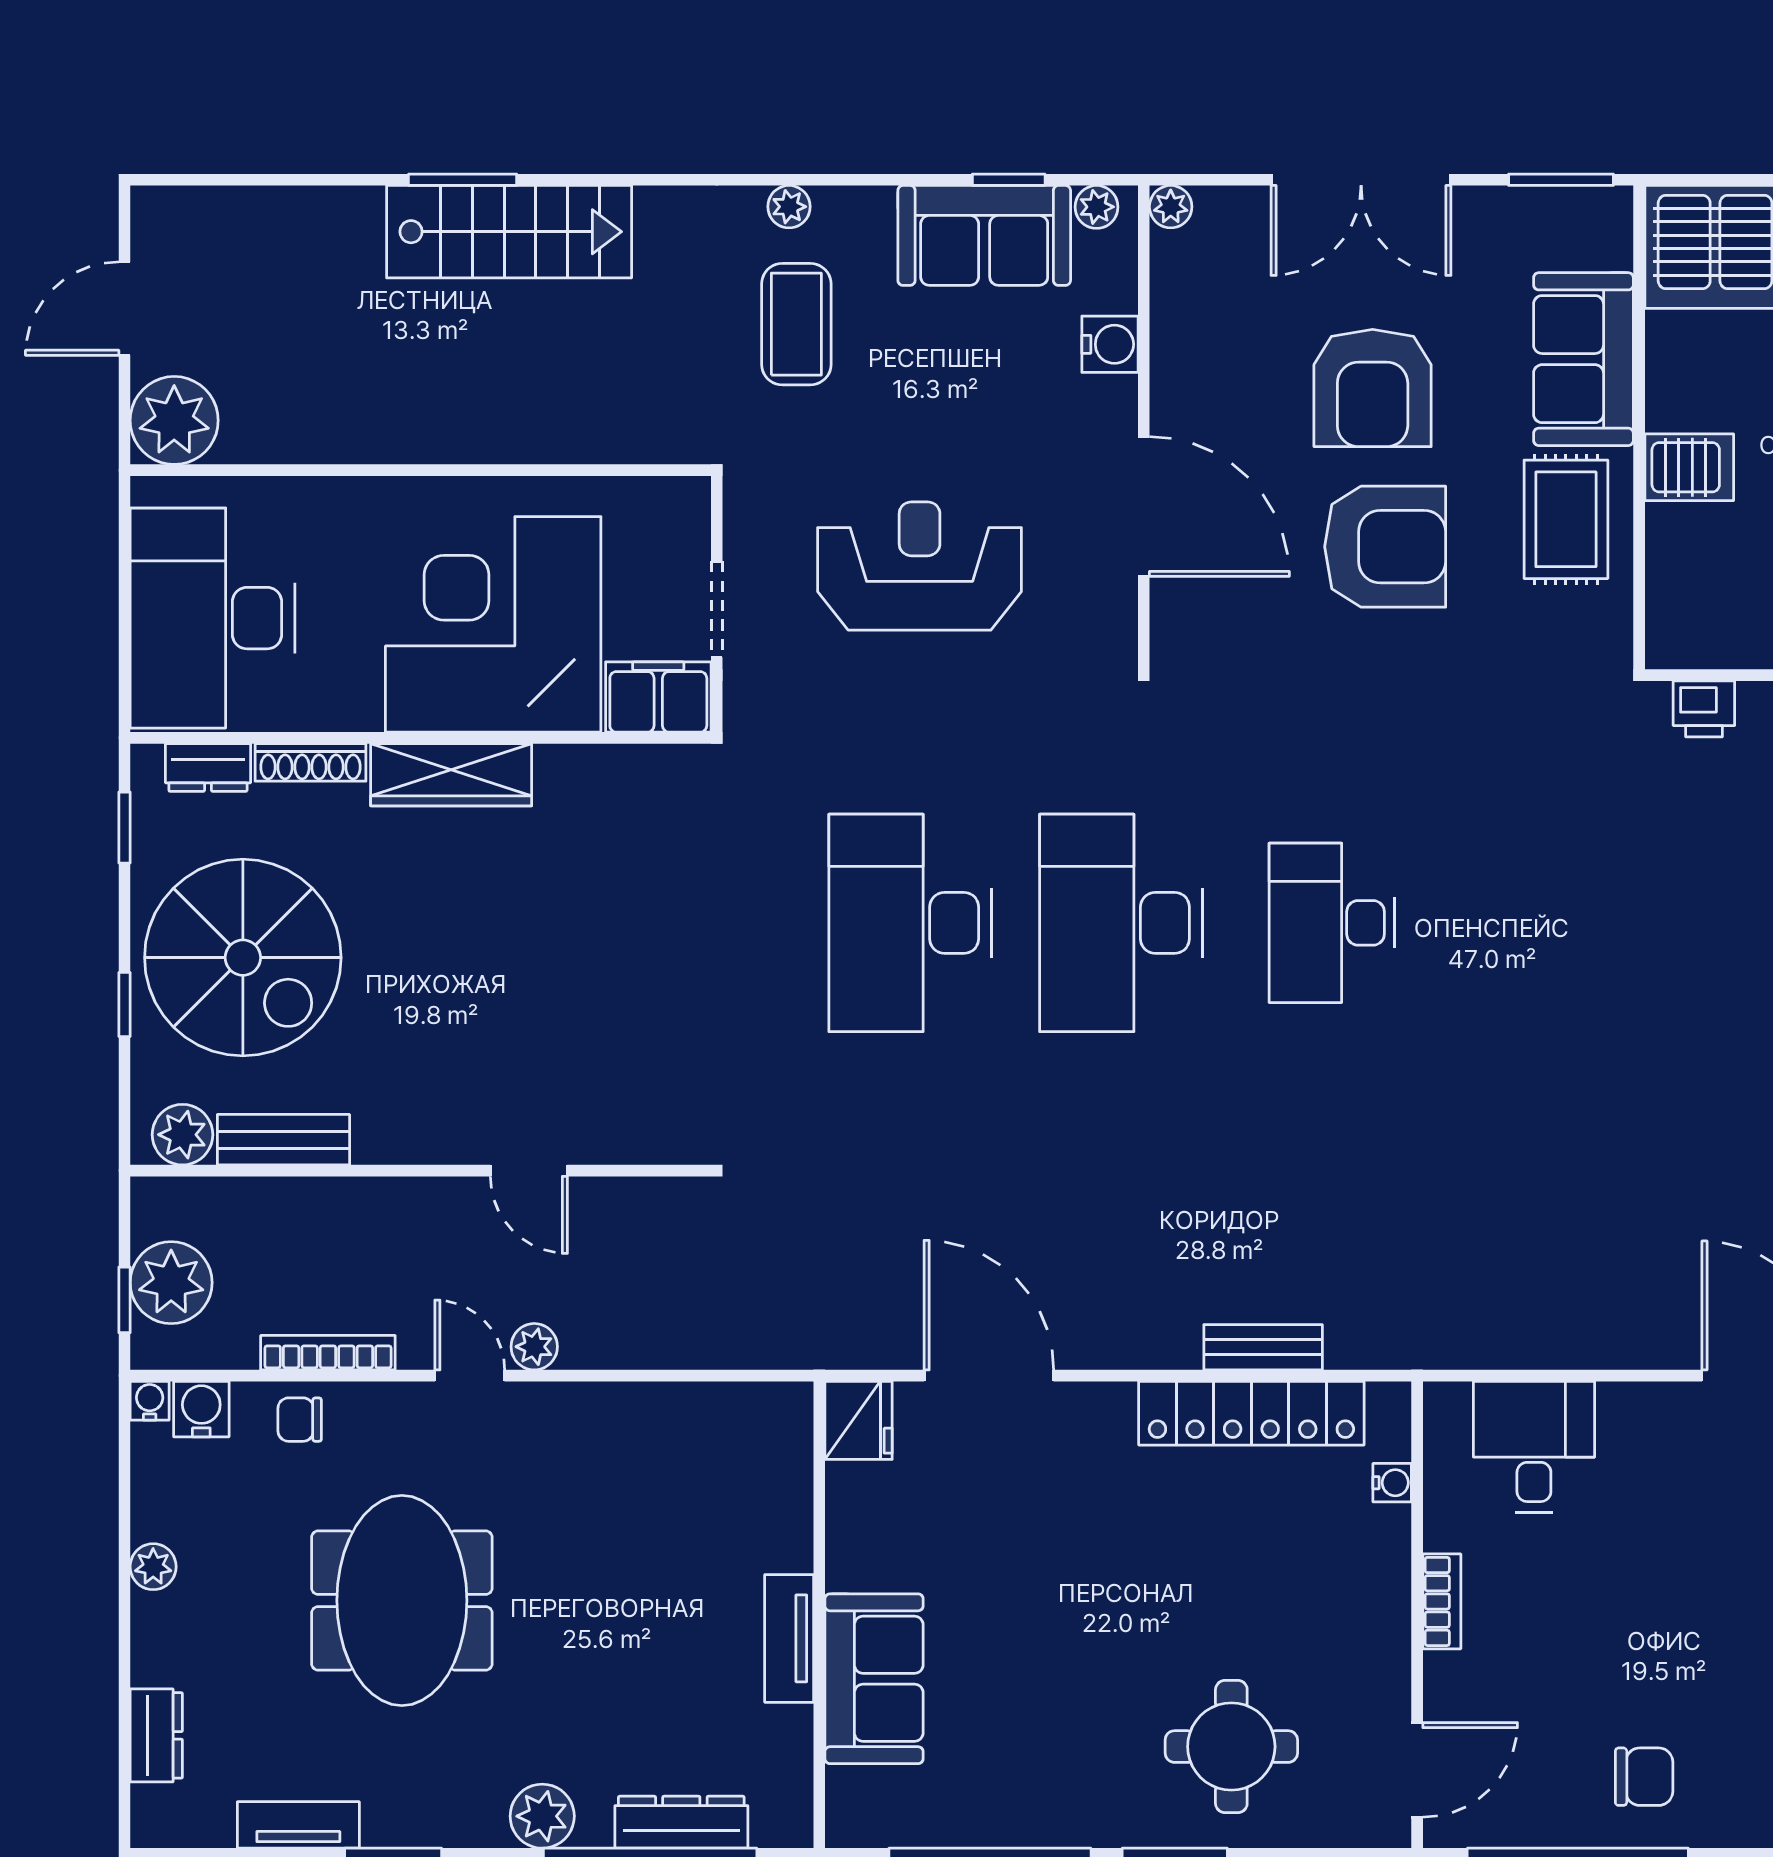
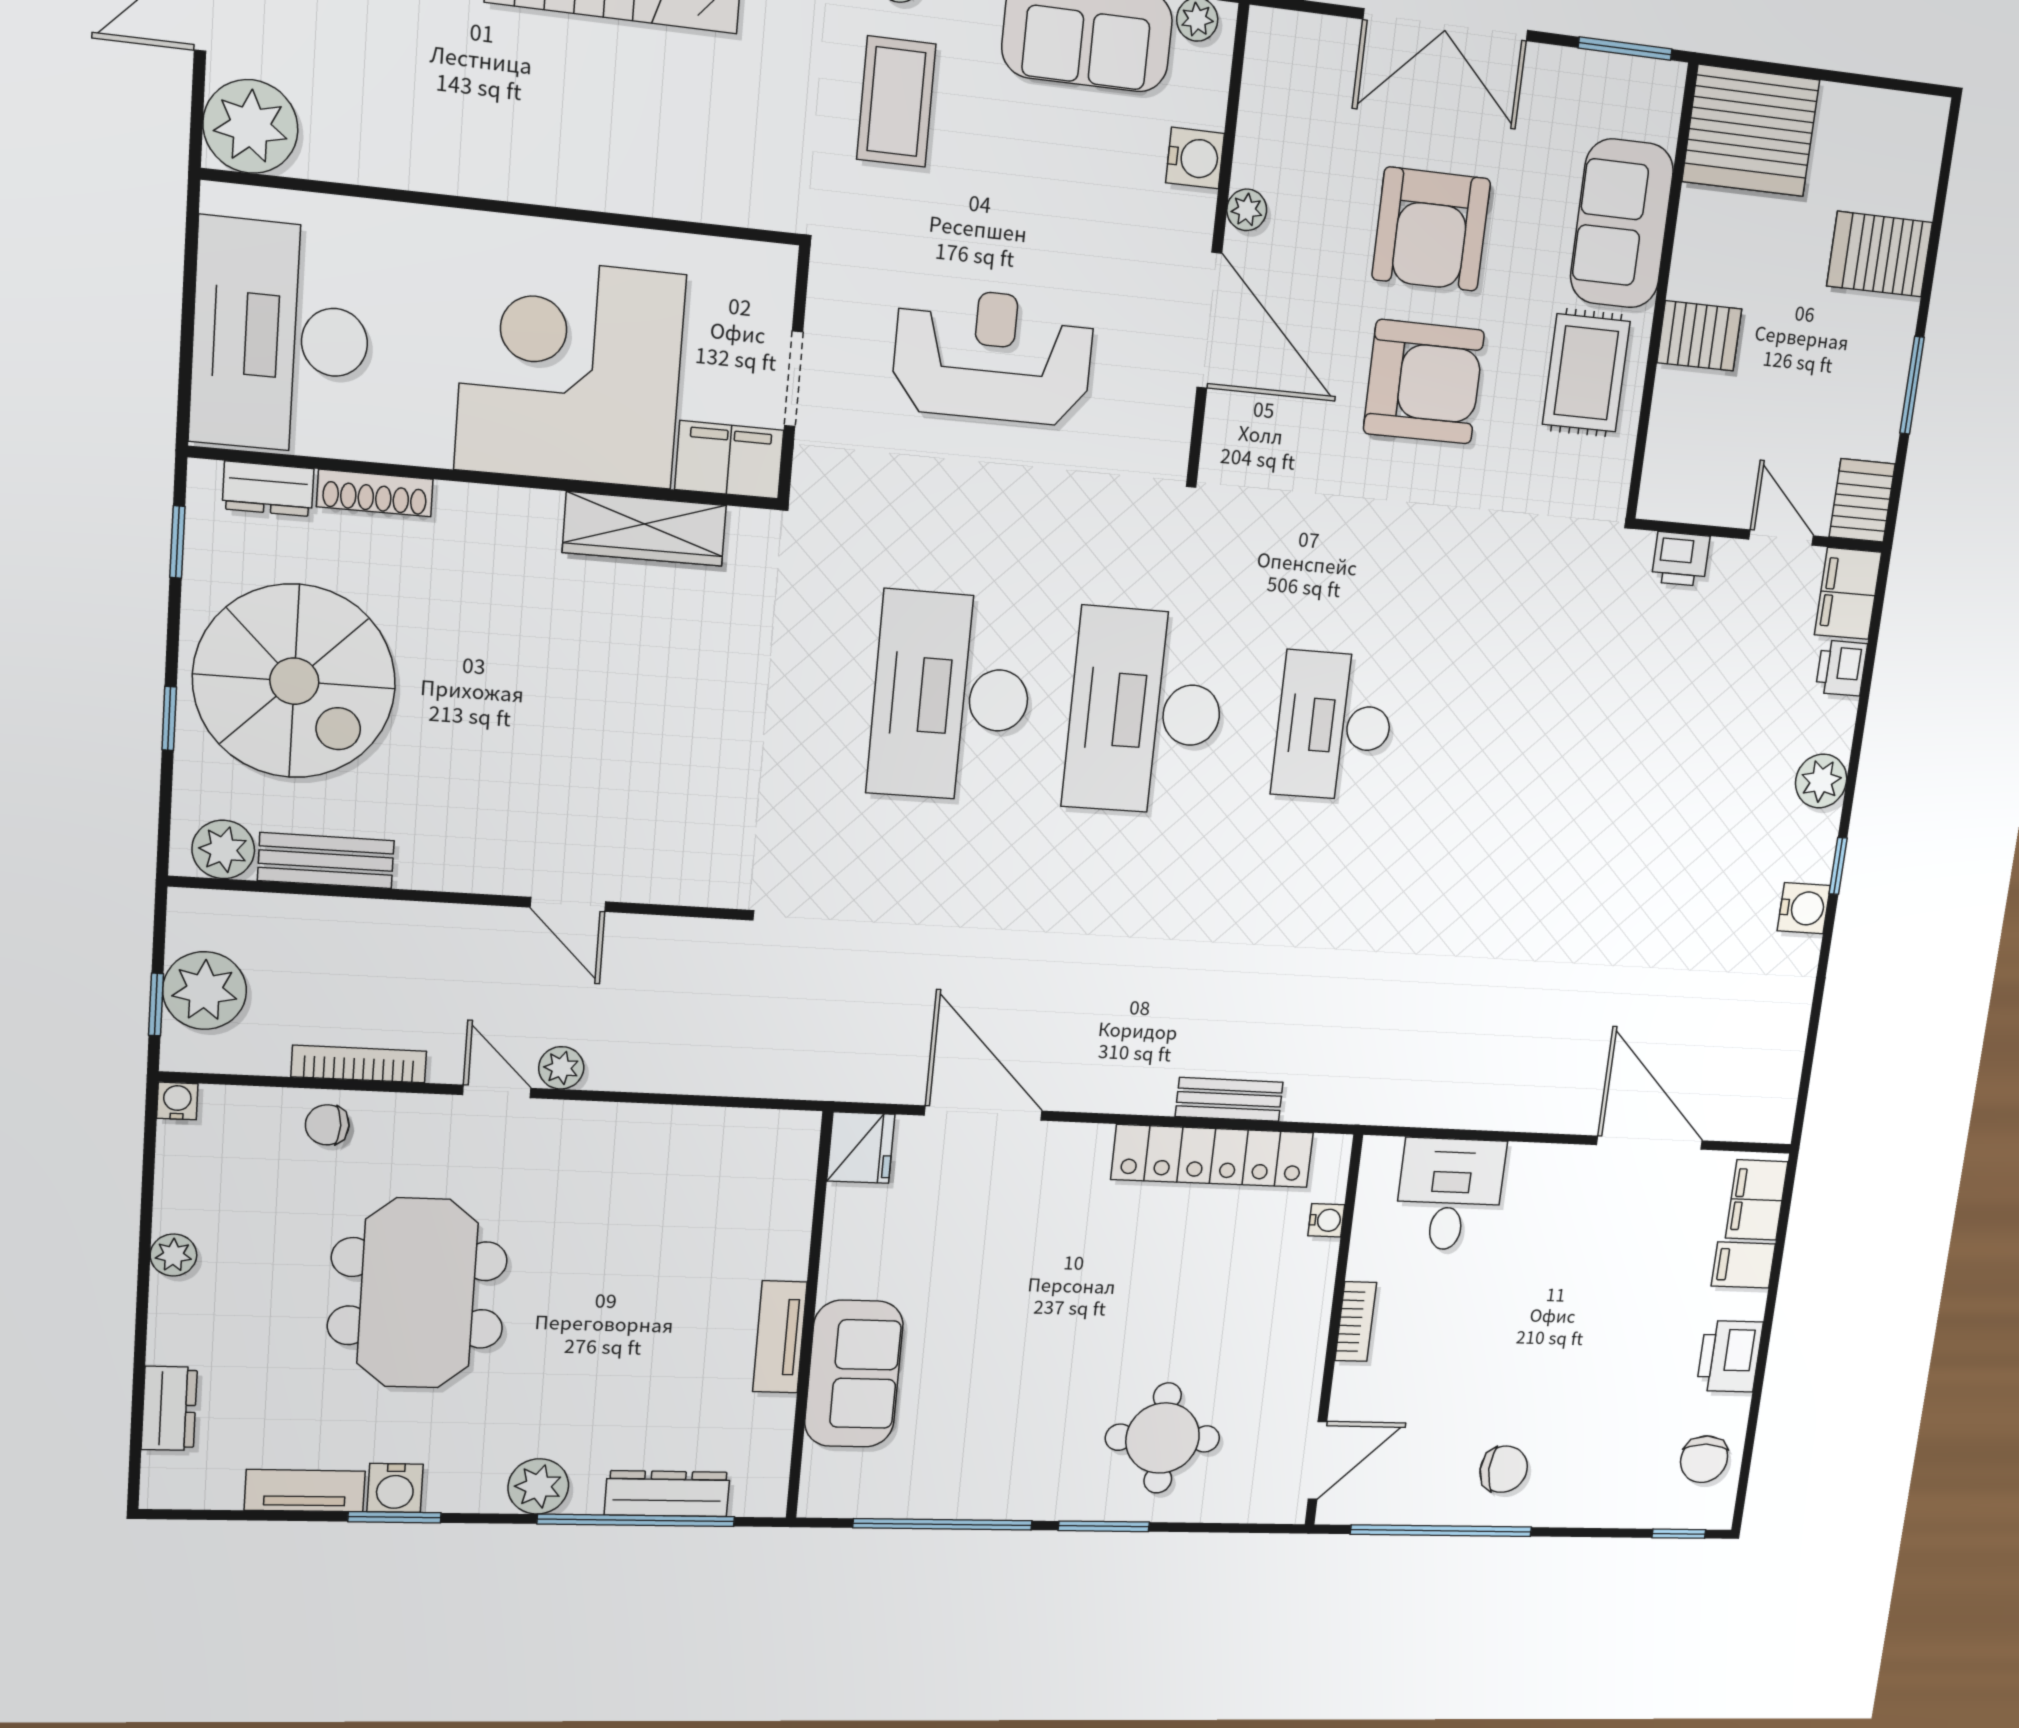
plant: (1171, 207) -> (1247, 210), moved
wardrobe: (451, 775) -> (645, 529), moved
water cooler: (201, 1409) -> (395, 1488), moved, turned 180

